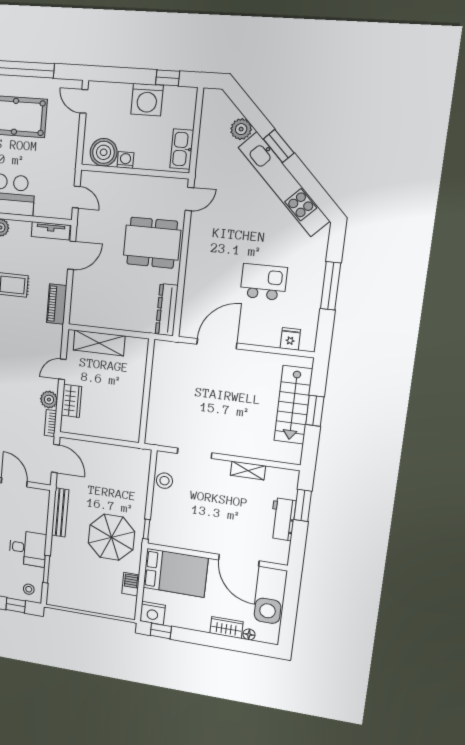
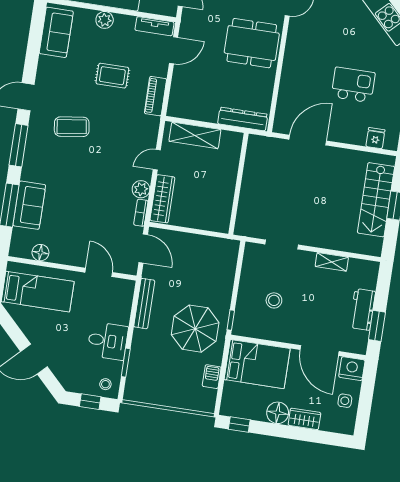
dresser: (167, 310) -> (243, 119), moved, turned 90
wardrobe: (71, 401) -> (162, 199), width x1.50
stool: (164, 481) -> (274, 300), moved
window: (303, 505) -> (377, 326), moved
side table: (268, 611) -> (345, 401), width x0.54, depth x0.54
nightstand: (153, 613) -> (352, 369), moved, turned 180
floor lamp: (249, 634) -> (278, 413), moved, width x1.89, depth x1.89

